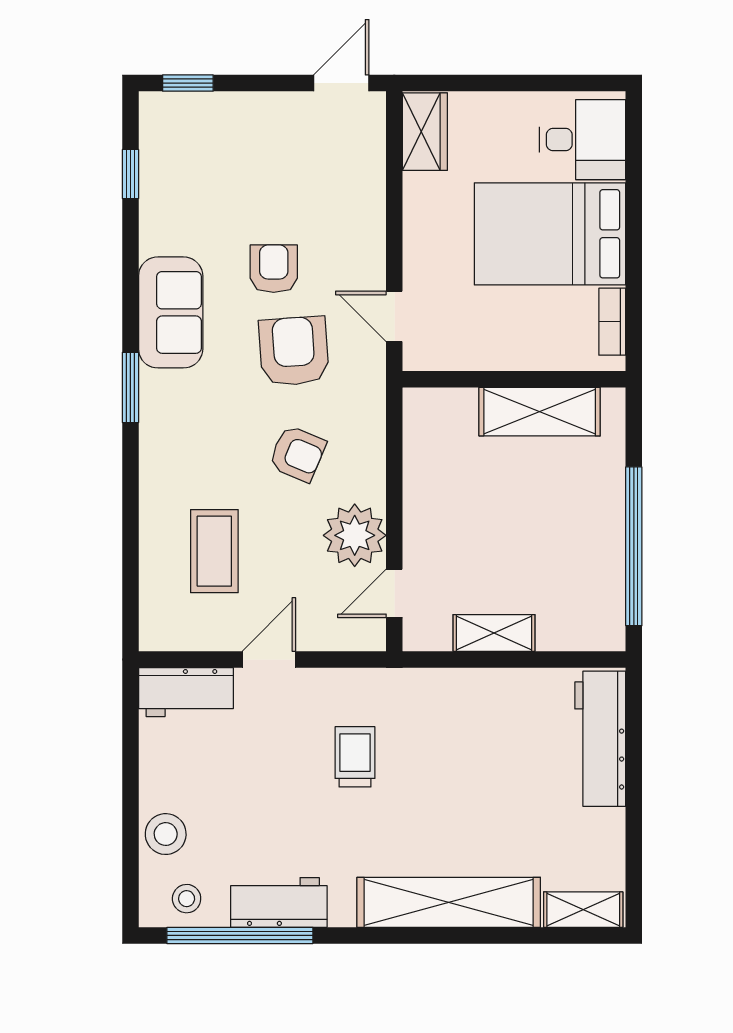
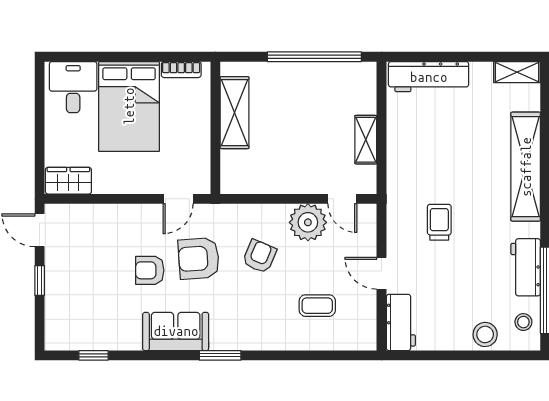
window: (188, 83) -> (40, 281), moved
coffee table: (214, 551) -> (317, 306), width x0.73, depth x0.77
trolley: (355, 757) -> (439, 222), turned 90
shelving: (583, 910) -> (517, 72), moved, turned 90

